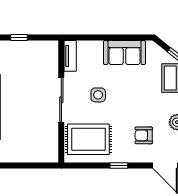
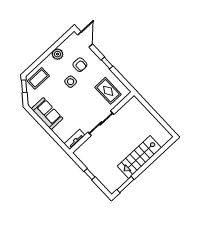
side table: (98, 95) -> (71, 82), moved
rug: (88, 139) -> (108, 91), width x0.73, depth x0.70

